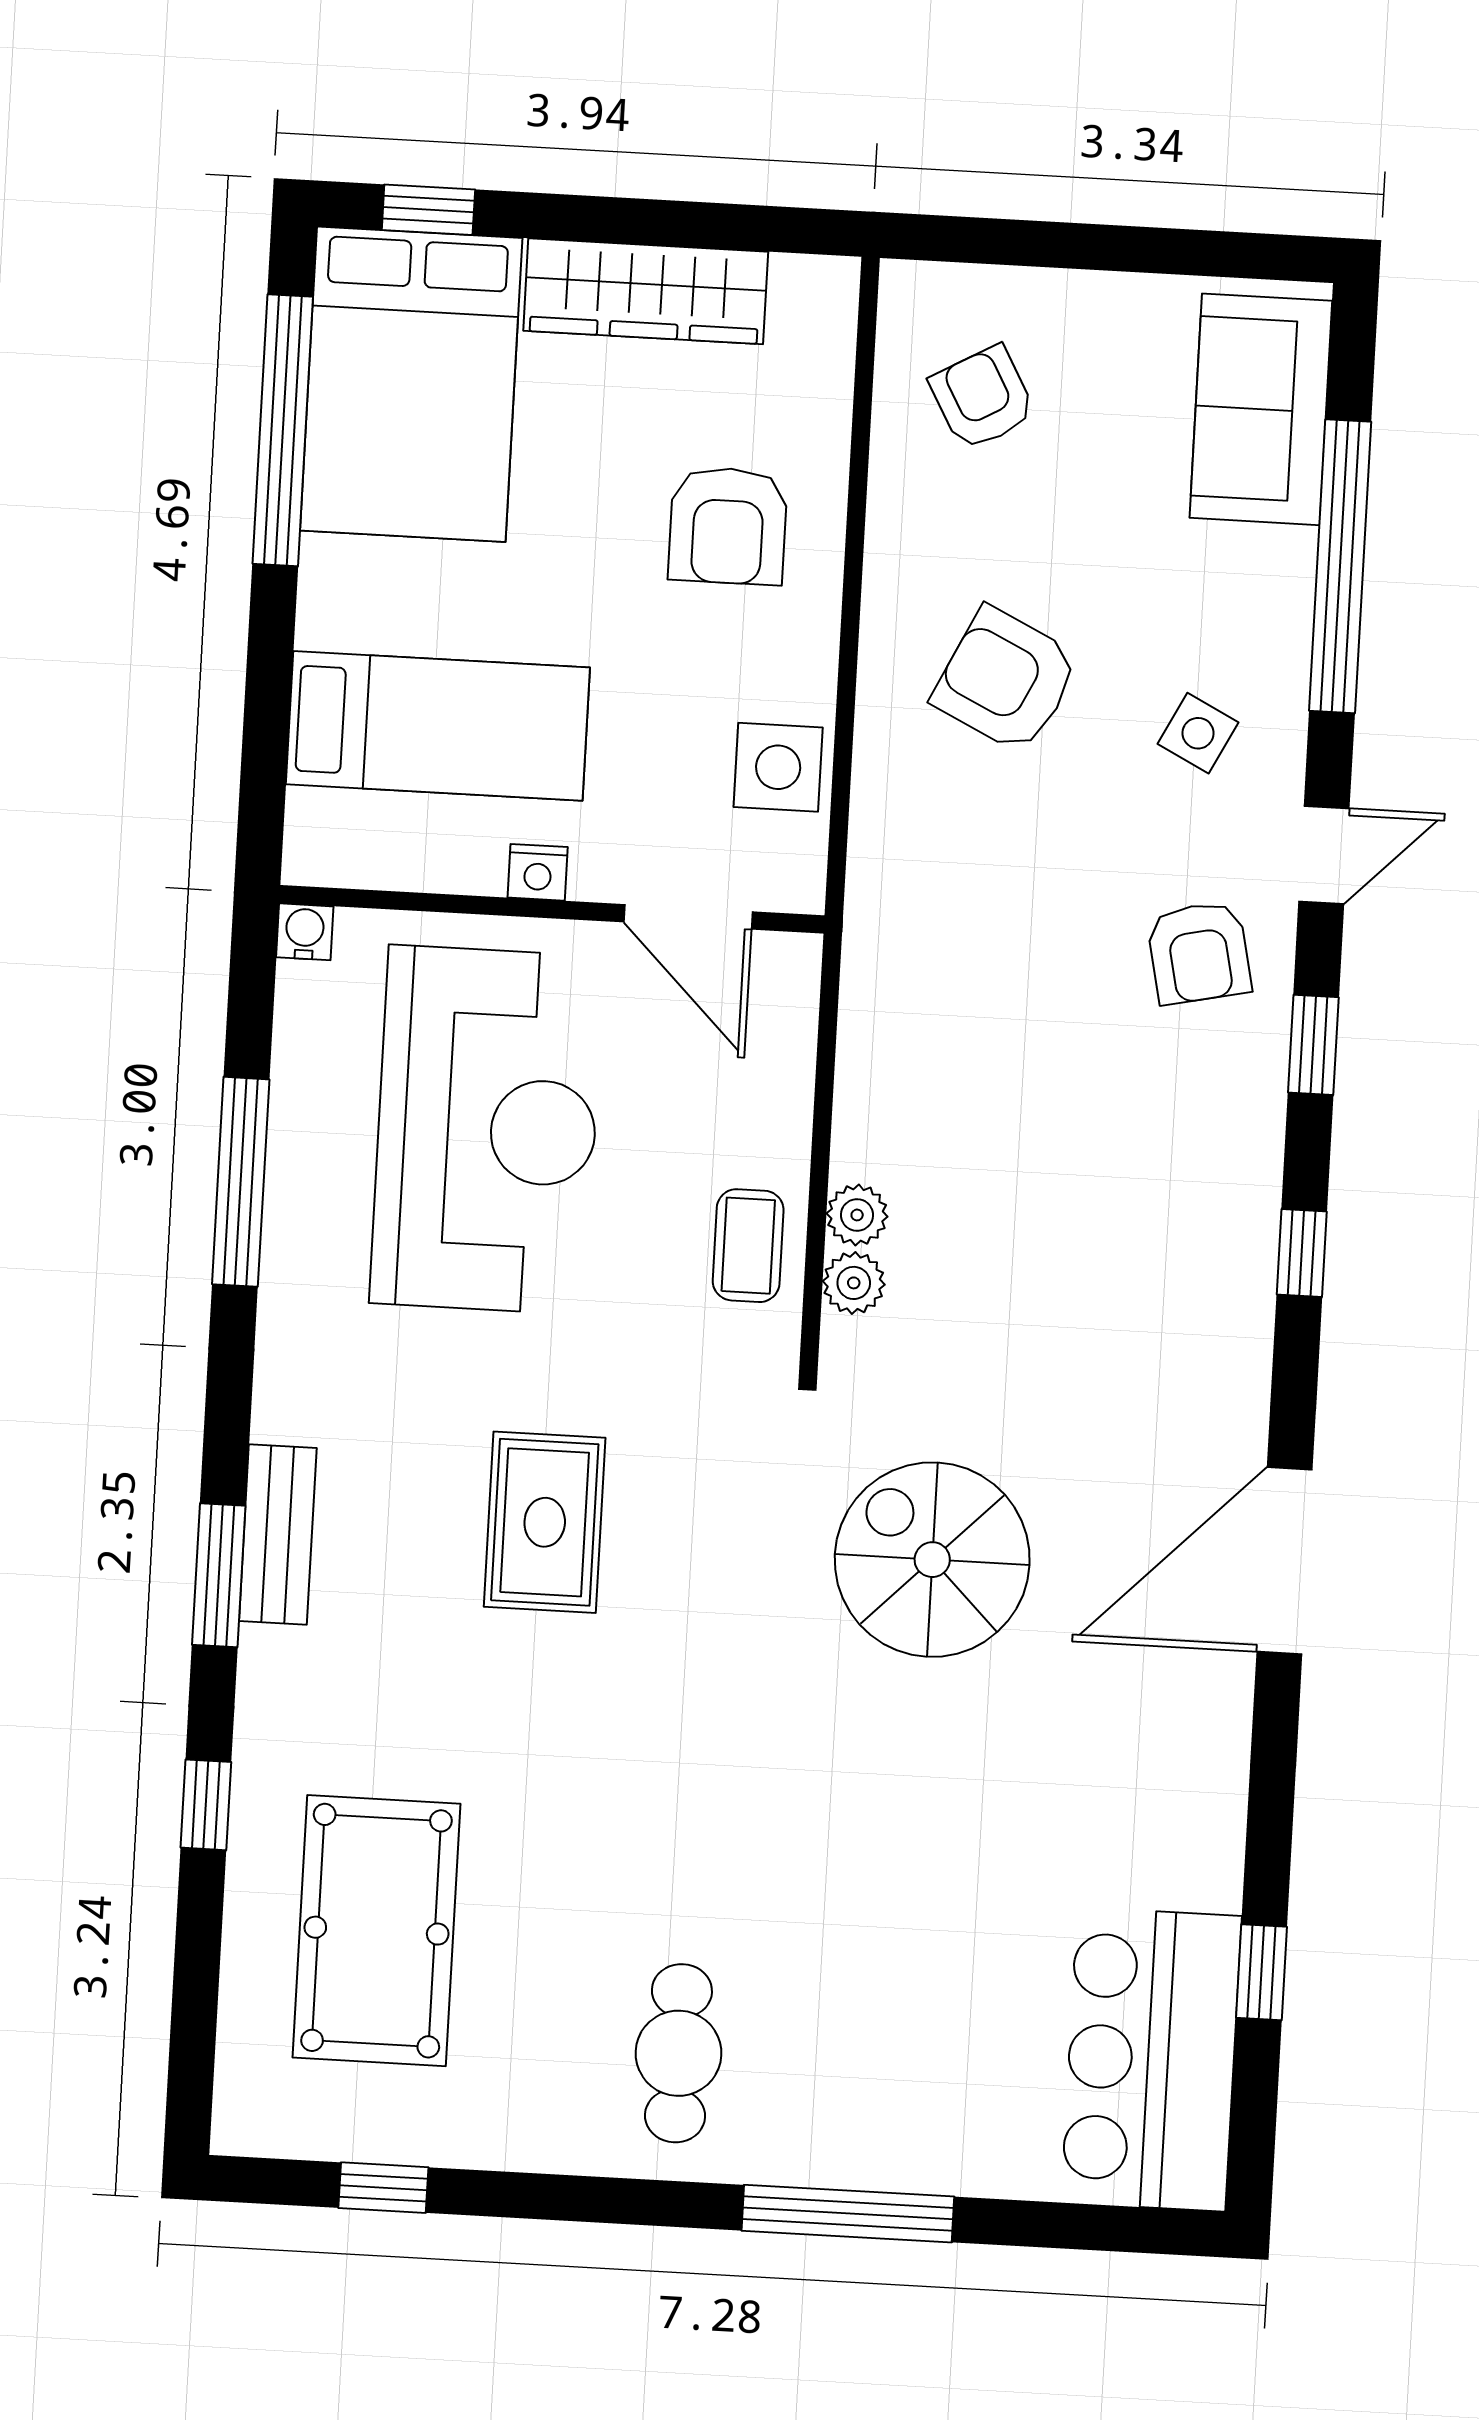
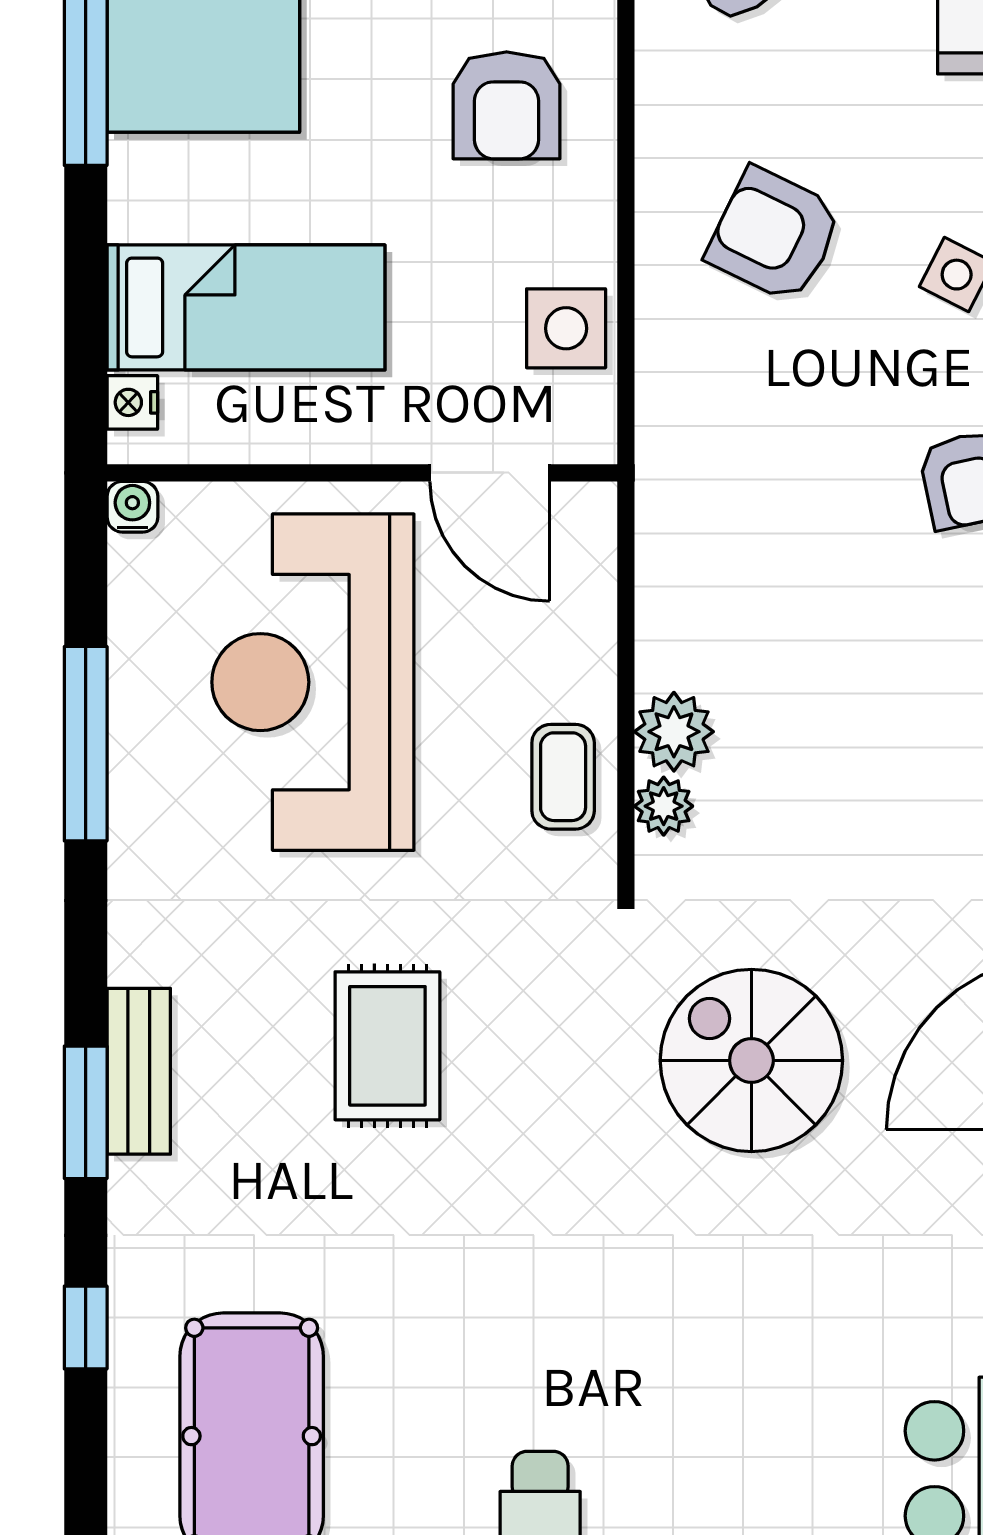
nightstand: (538, 872) -> (132, 402), moved, turned 90
reception desk: (487, 1130) -> (313, 682), turned 180
plant: (857, 1215) -> (674, 732), width x1.38, depth x1.38

